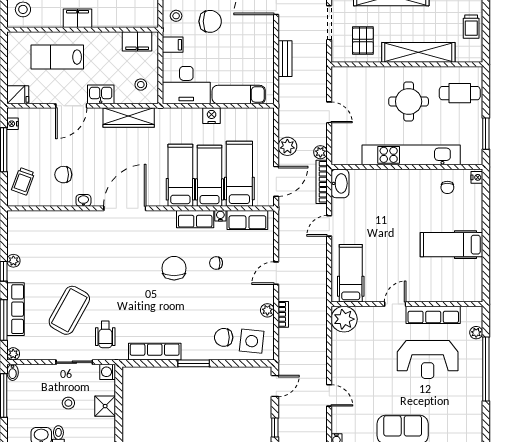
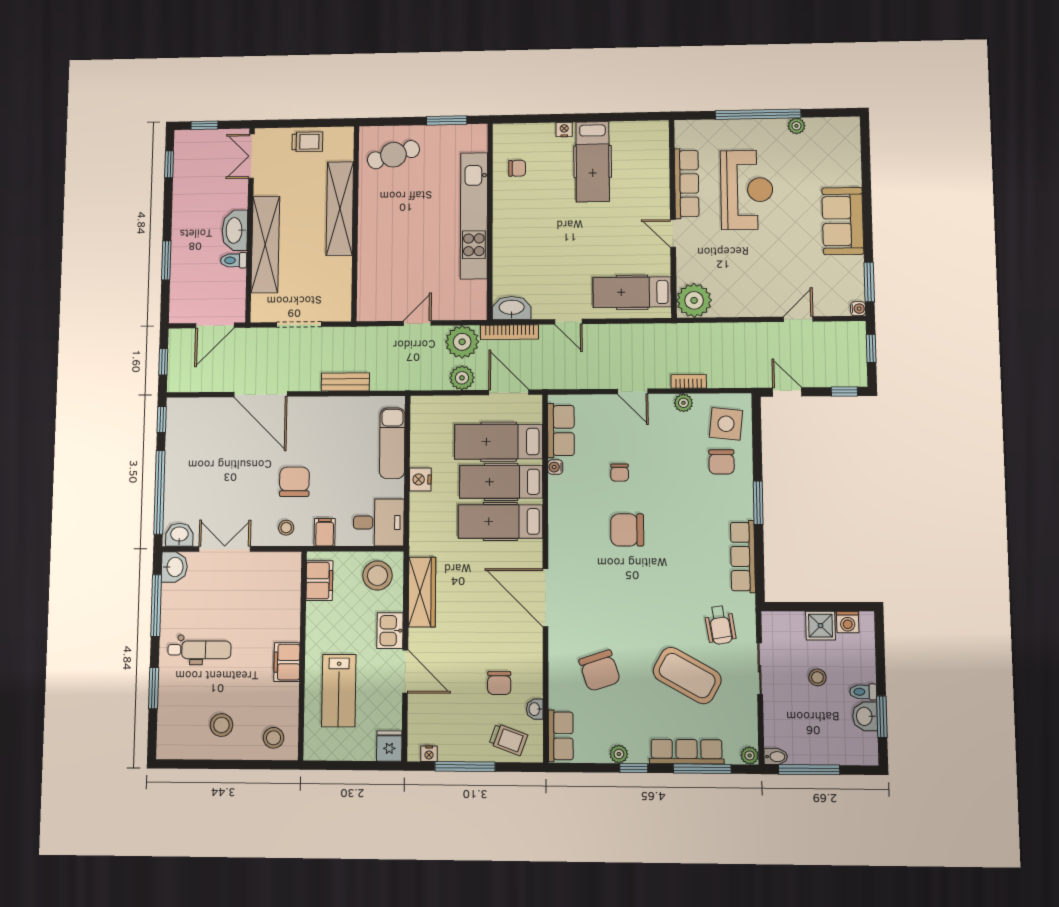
pallet: (363, 40) -> (323, 280), removed
stool: (141, 85) -> (377, 575), width x1.89, depth x1.89
desk: (186, 85) -> (379, 522), width x0.73
cafe table: (460, 93) -> (393, 155), turned 73
round table: (409, 101) -> (404, 220), removed
plant: (320, 152) -> (462, 342), width x1.87, depth x1.87
nightstand: (477, 177) -> (564, 130), moved
washbasin: (83, 200) -> (535, 709), moved
row of seats: (195, 219) -> (561, 736), moved
chair: (72, 247) -> (600, 671), added
plant: (476, 333) -> (796, 126), moved
wheelchair: (105, 334) -> (720, 625), turned 81
washing machine: (108, 372) -> (848, 622), moved

